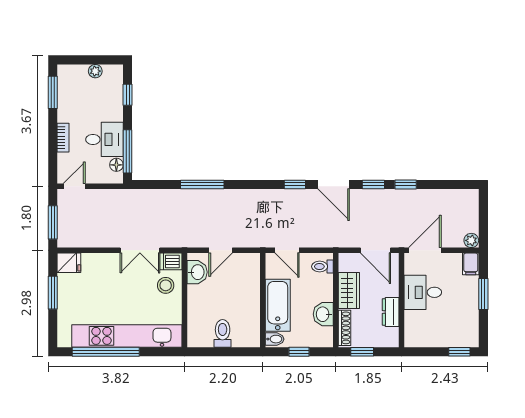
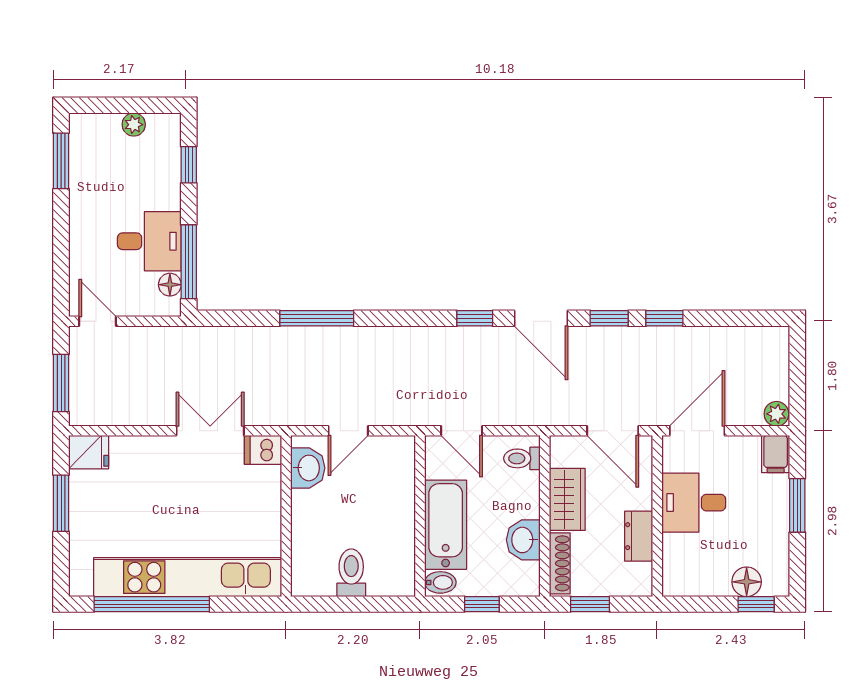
bookcase: (63, 138) -> (79, 238), removed
door: (74, 186) -> (98, 321), hinge flipped
double door: (140, 250) -> (210, 431), swing flipped
stool: (166, 285) -> (254, 491), removed
floor lamp: (454, 339) -> (747, 582), added

